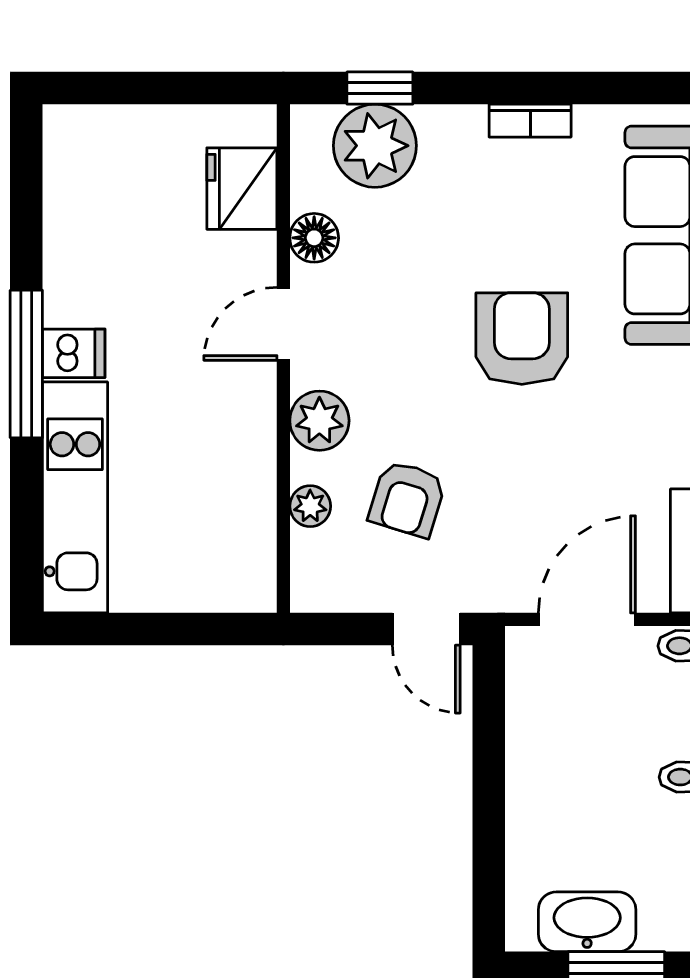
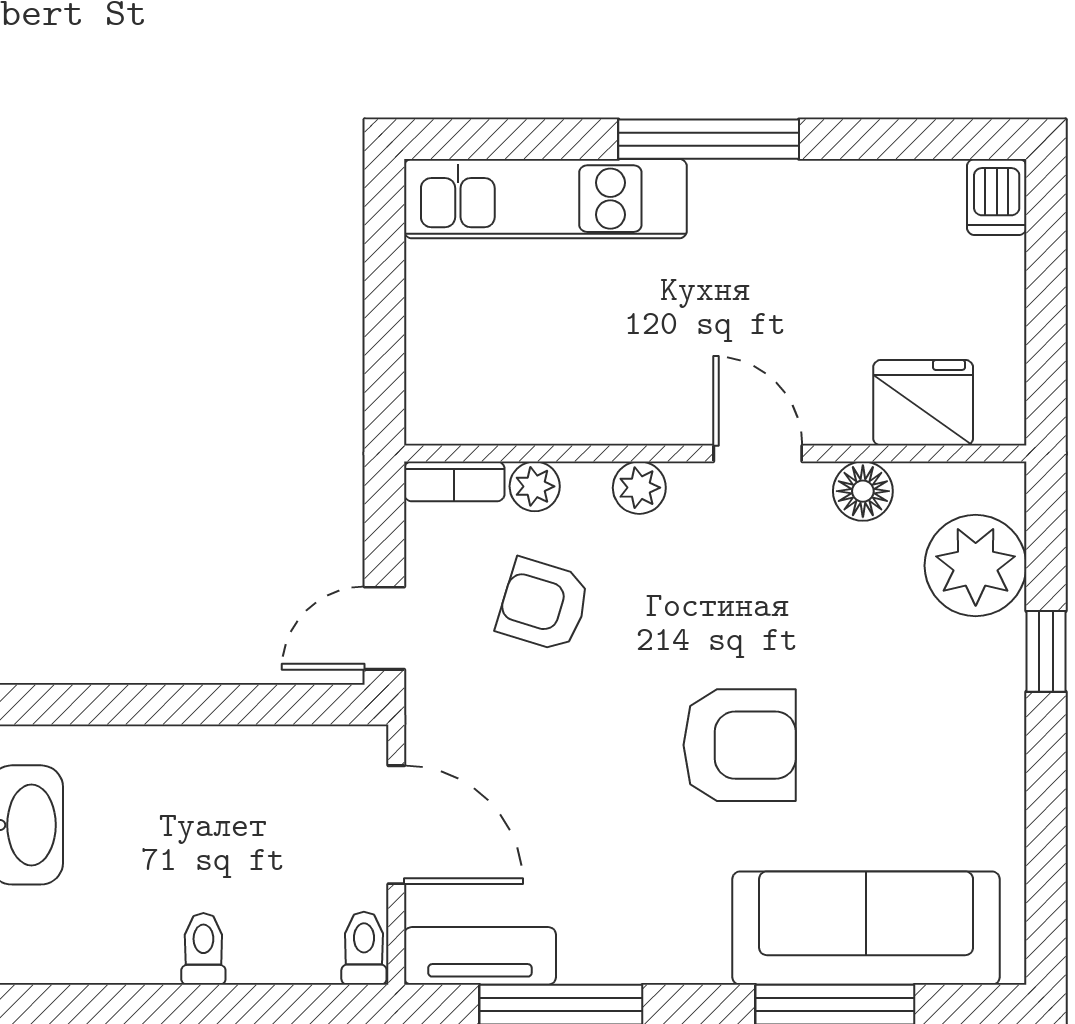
window: (380, 88) -> (1046, 651), moved
bookcase: (530, 121) -> (454, 481), moved, turned -90
dishwasher: (74, 353) -> (997, 197), moved
plant: (319, 421) -> (639, 488), width x0.73, depth x0.73

